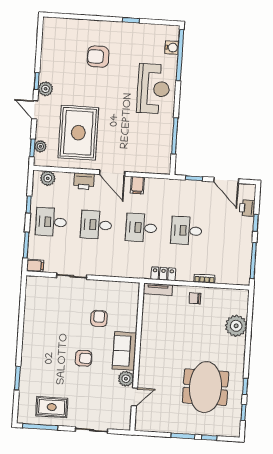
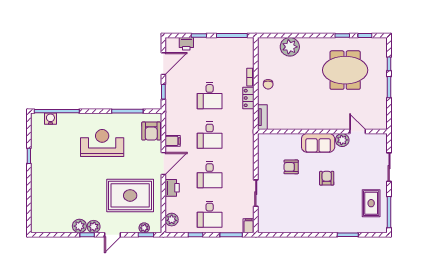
armchair: (98, 57) -> (151, 131), moved
plant: (47, 73) -> (79, 226), added
reception desk: (153, 89) -> (102, 143), moved
locker: (163, 274) -> (248, 98), moved

